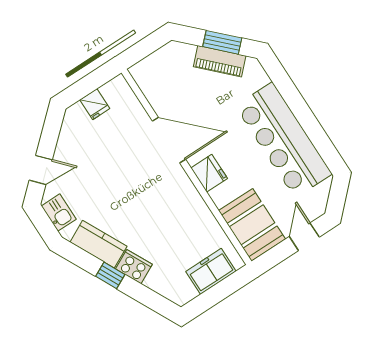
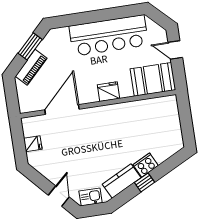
piano: (220, 61) -> (31, 67), moved
door: (169, 140) -> (62, 110), moved
freezer: (211, 271) -> (170, 118), removed

